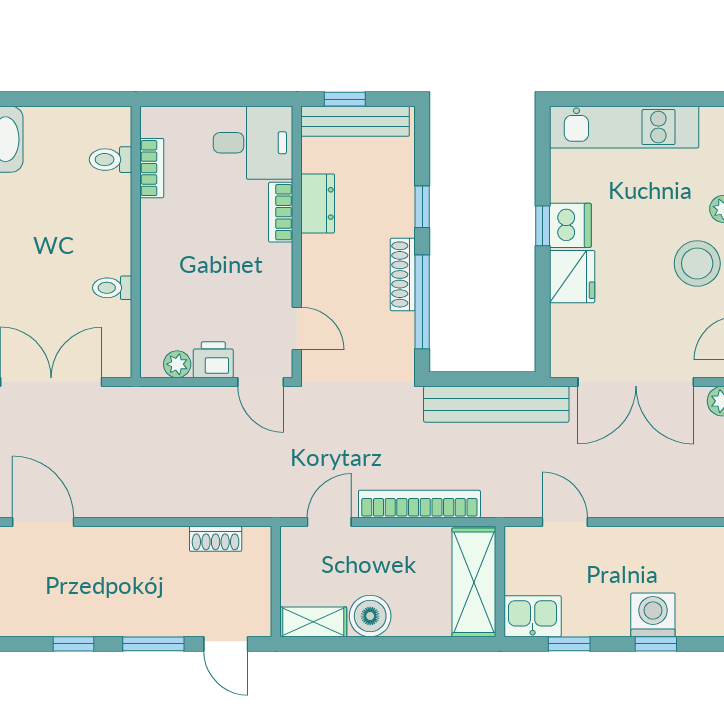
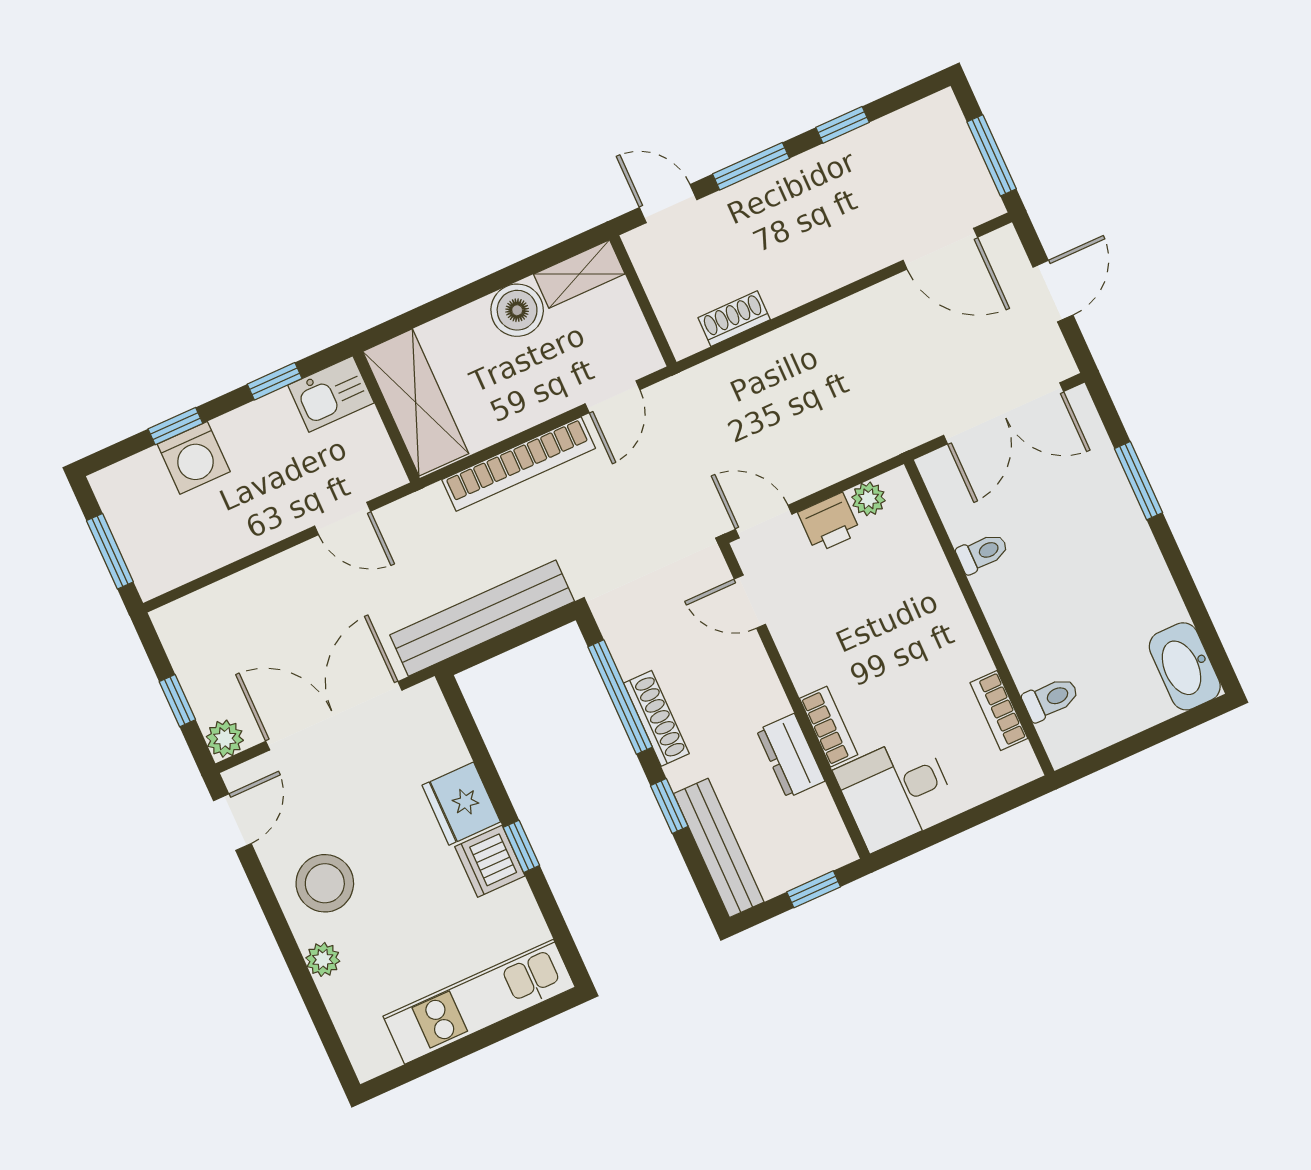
bench: (355, 121) -> (719, 848), moved, turned 90

